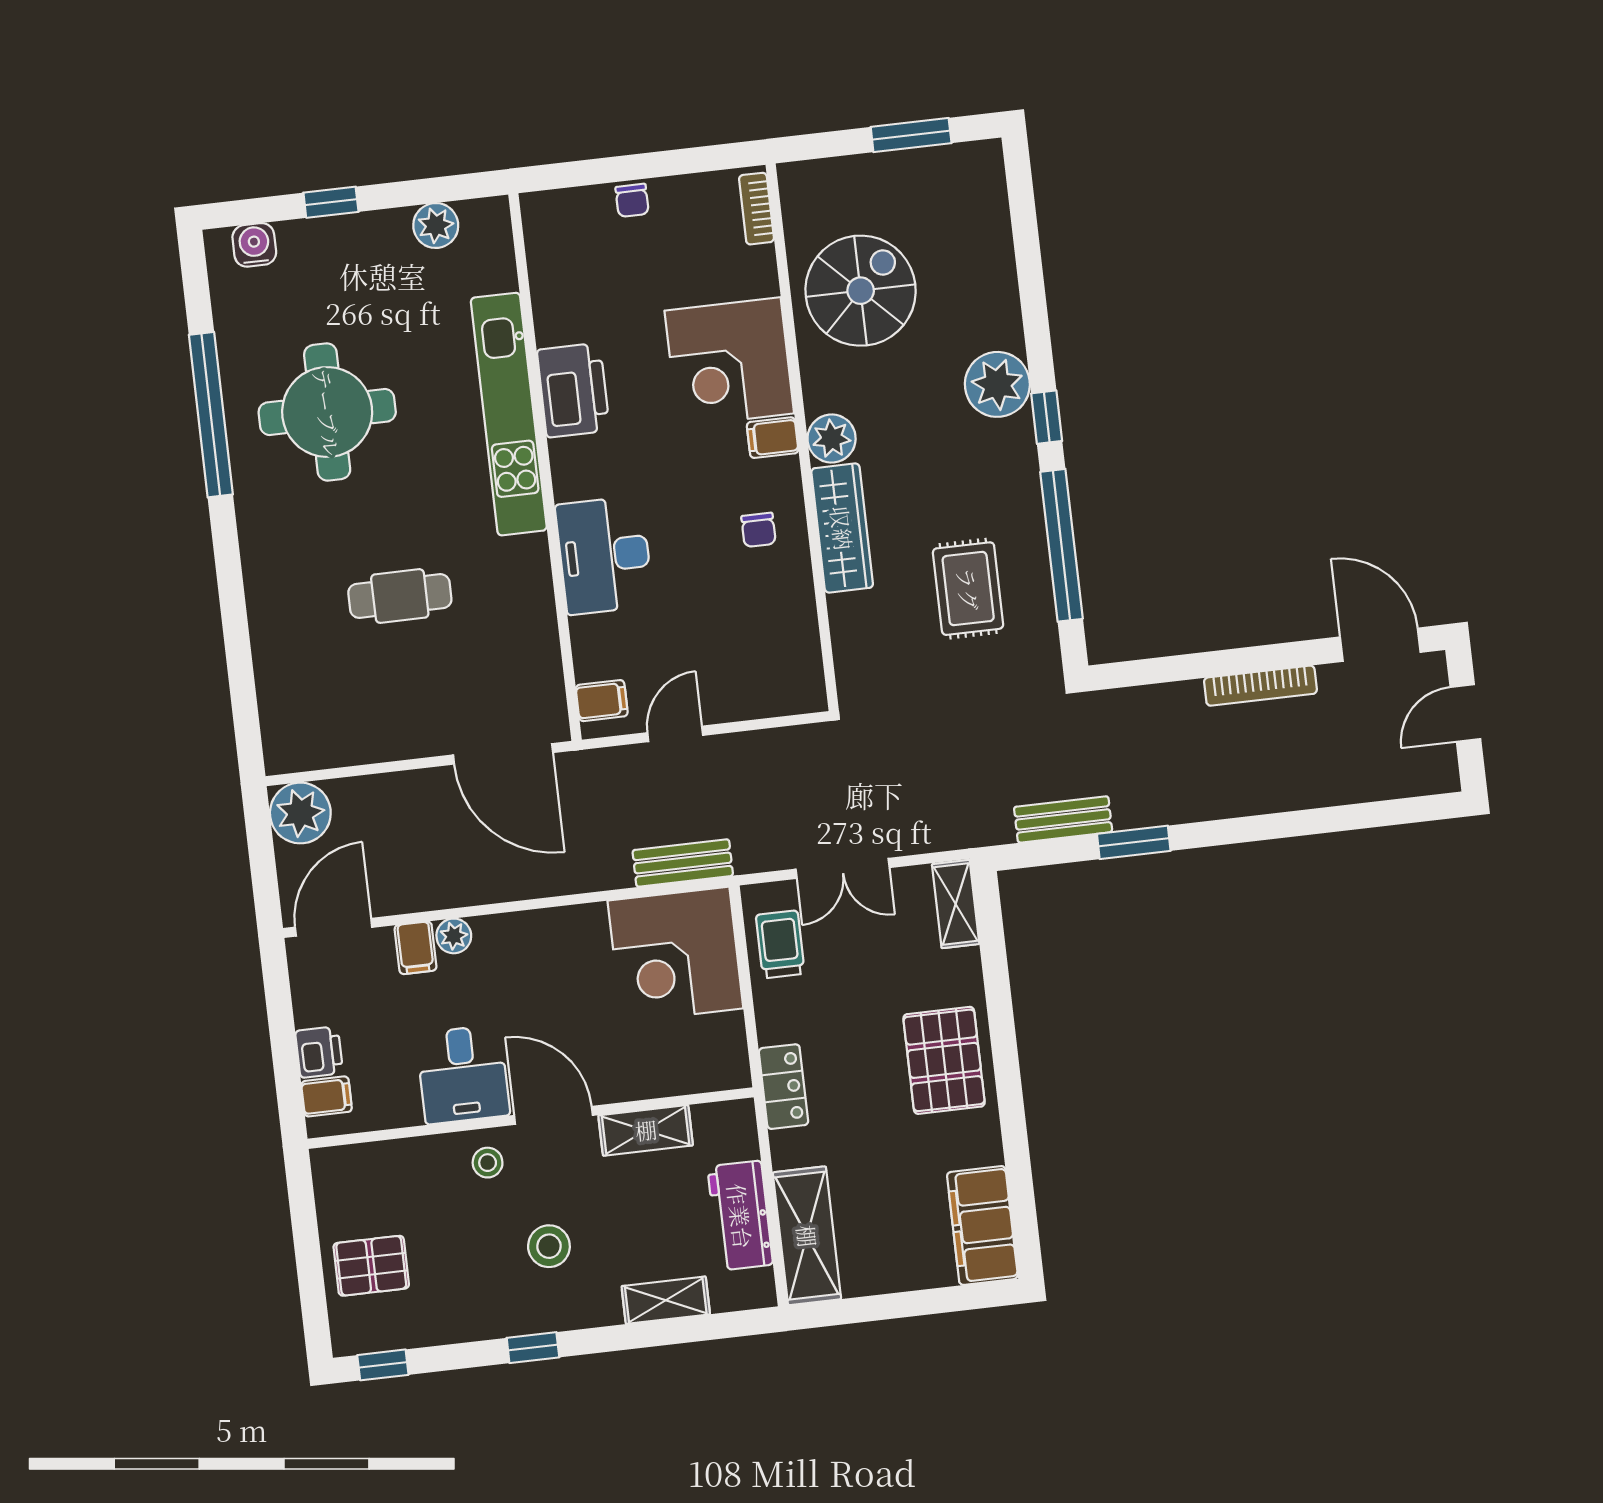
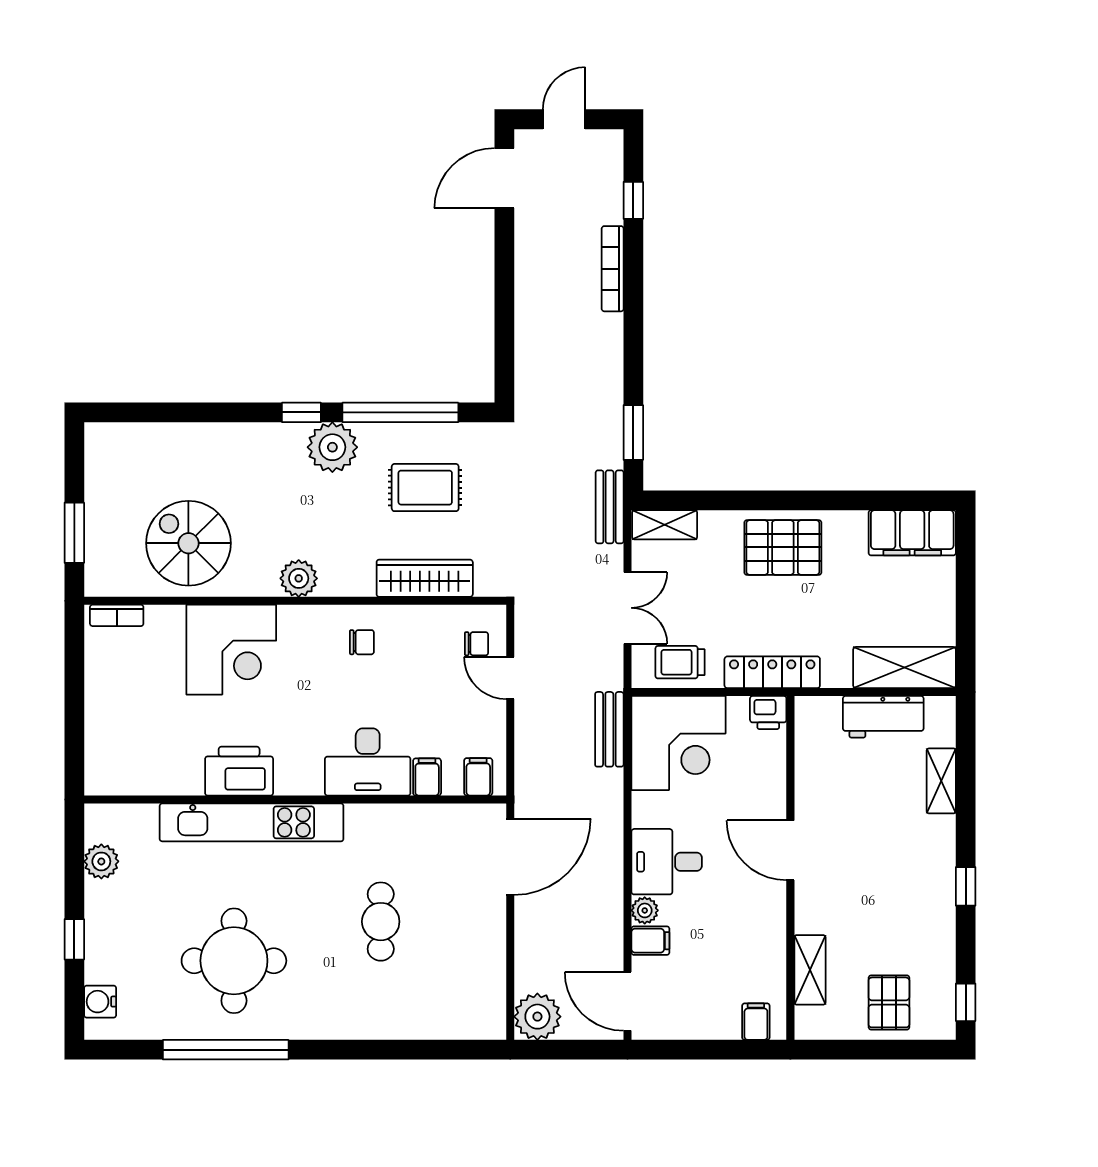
window: (911, 135) -> (74, 533), moved
chair: (632, 200) -> (477, 644), moved
plant: (997, 384) -> (332, 447), moved
filing cabinet: (773, 438) -> (427, 777), moved, turned 180
wardrobe: (842, 528) -> (425, 578), moved
bookcase: (1260, 686) -> (613, 269), moved, turned 180
door: (1465, 713) -> (564, 119), swing flipped
door: (675, 734) -> (510, 678), moved
window: (1371, 815) -> (633, 200), added
bench: (1063, 819) -> (610, 507), moved
window: (1134, 842) -> (633, 432), moved
printer: (319, 1052) -> (768, 712), moved, turned 180
desk: (463, 1074) -> (667, 862), moved, turned 180
locker: (783, 1087) -> (772, 672), width x1.53
door: (553, 1115) -> (790, 850), hinge flipped
shelving: (646, 1130) -> (810, 970), moved
stool: (488, 1163) -> (821, 905), removed
stool: (549, 1246) -> (890, 865), removed

